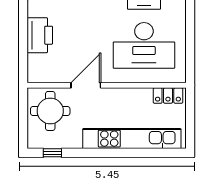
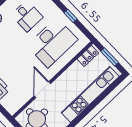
window: (190, 36) -> (71, 16), added
window: (190, 118) -> (110, 57), added

